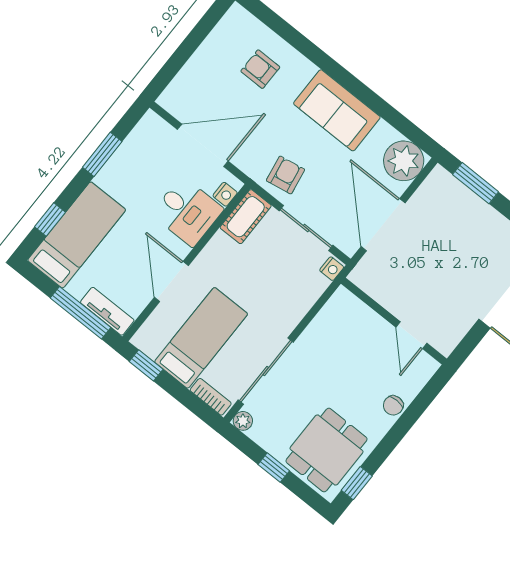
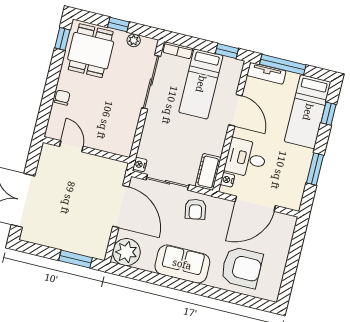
armchair: (260, 69) -> (242, 267), width x1.88, depth x1.88
plant: (243, 421) -> (134, 40), moved

